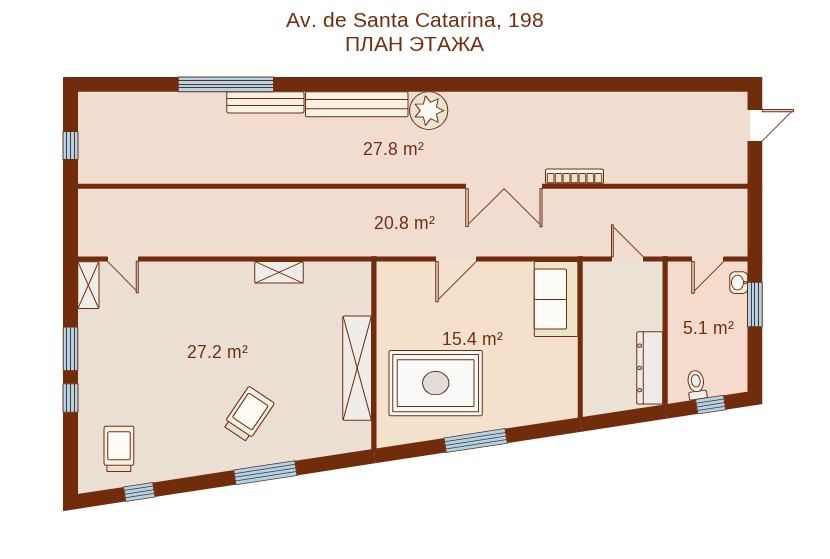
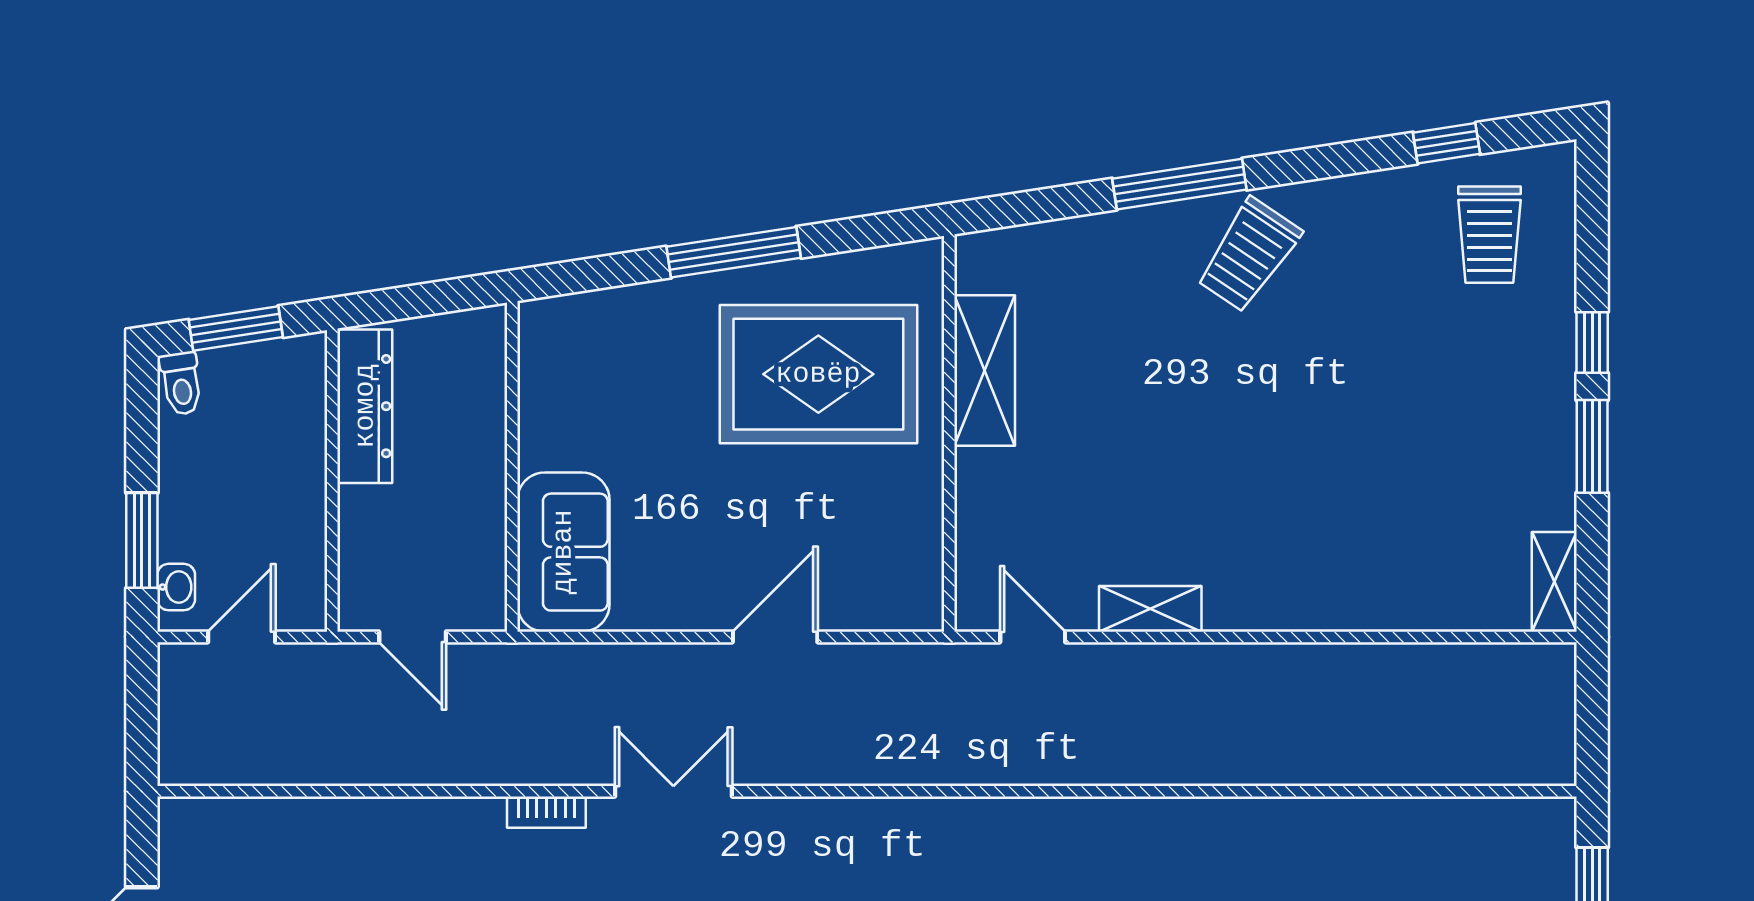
bookcase: (574, 176) -> (546, 812), width x0.64
double door: (504, 186) -> (673, 791), width x0.73
door: (123, 259) -> (1033, 637), moved
shelving: (357, 368) -> (985, 371), width x0.68
toilet: (696, 385) -> (181, 383), moved
window: (711, 405) -> (236, 328), width x1.50
trolley: (248, 414) -> (1249, 255), moved

